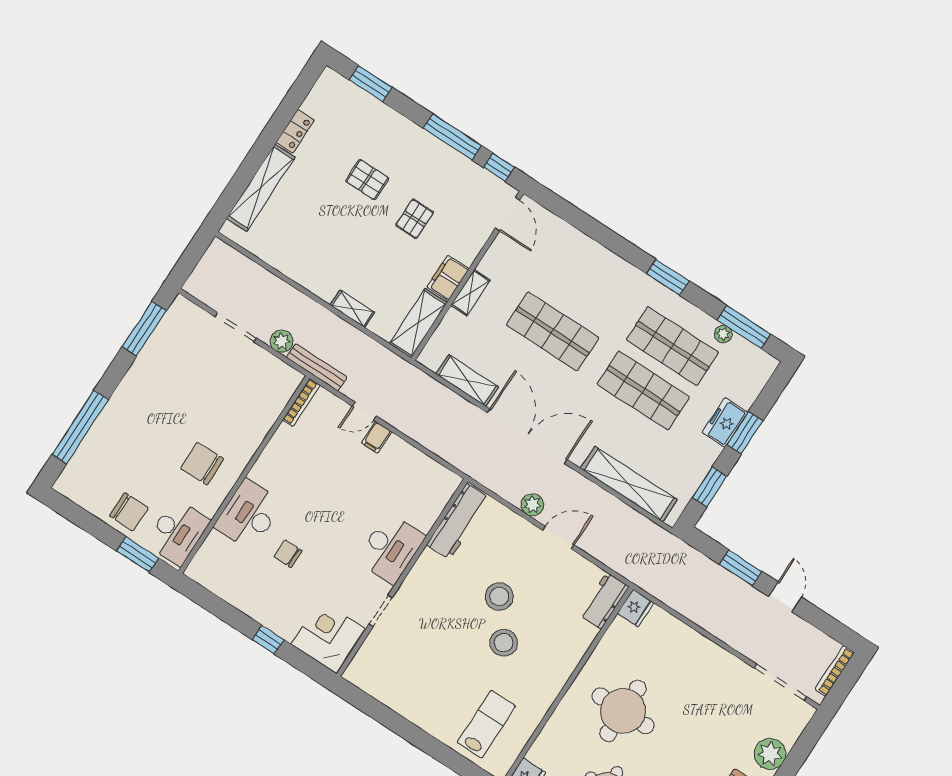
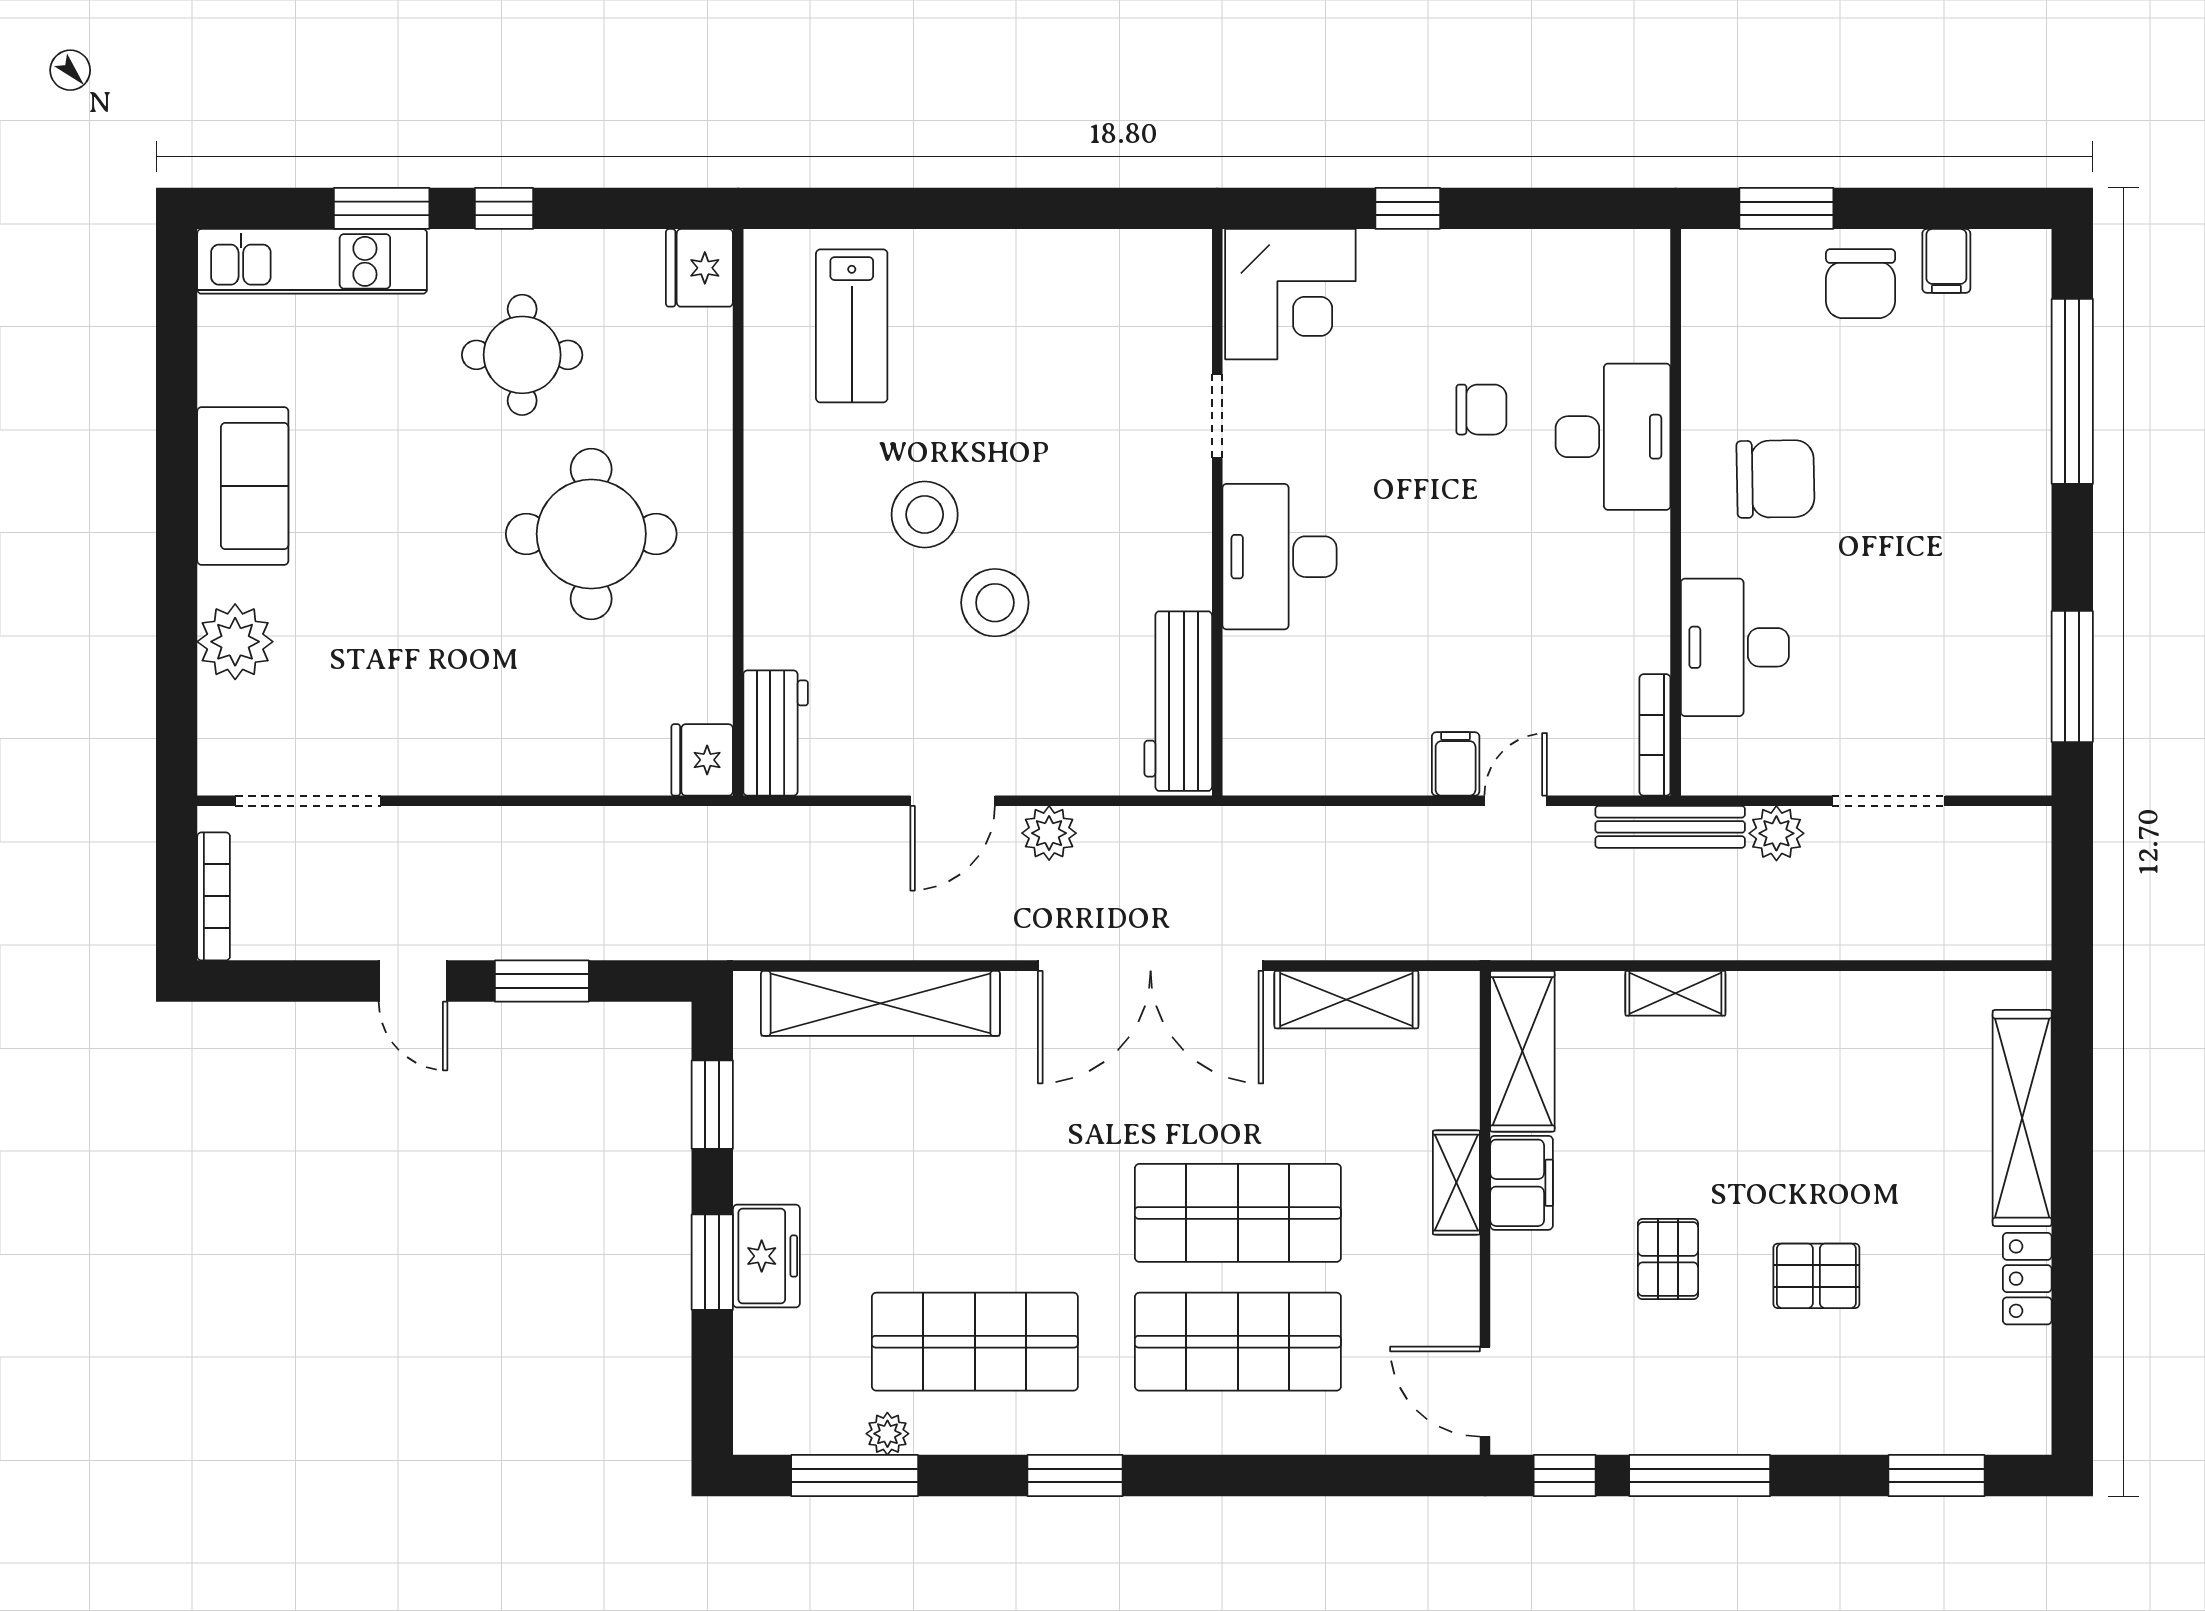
shop shelf: (643, 390) -> (1238, 1342), moved
filing cabinet: (94, 500) -> (1946, 261), added
chair: (129, 512) -> (1861, 284), turned -90
desk: (177, 532) -> (1735, 647), moved

